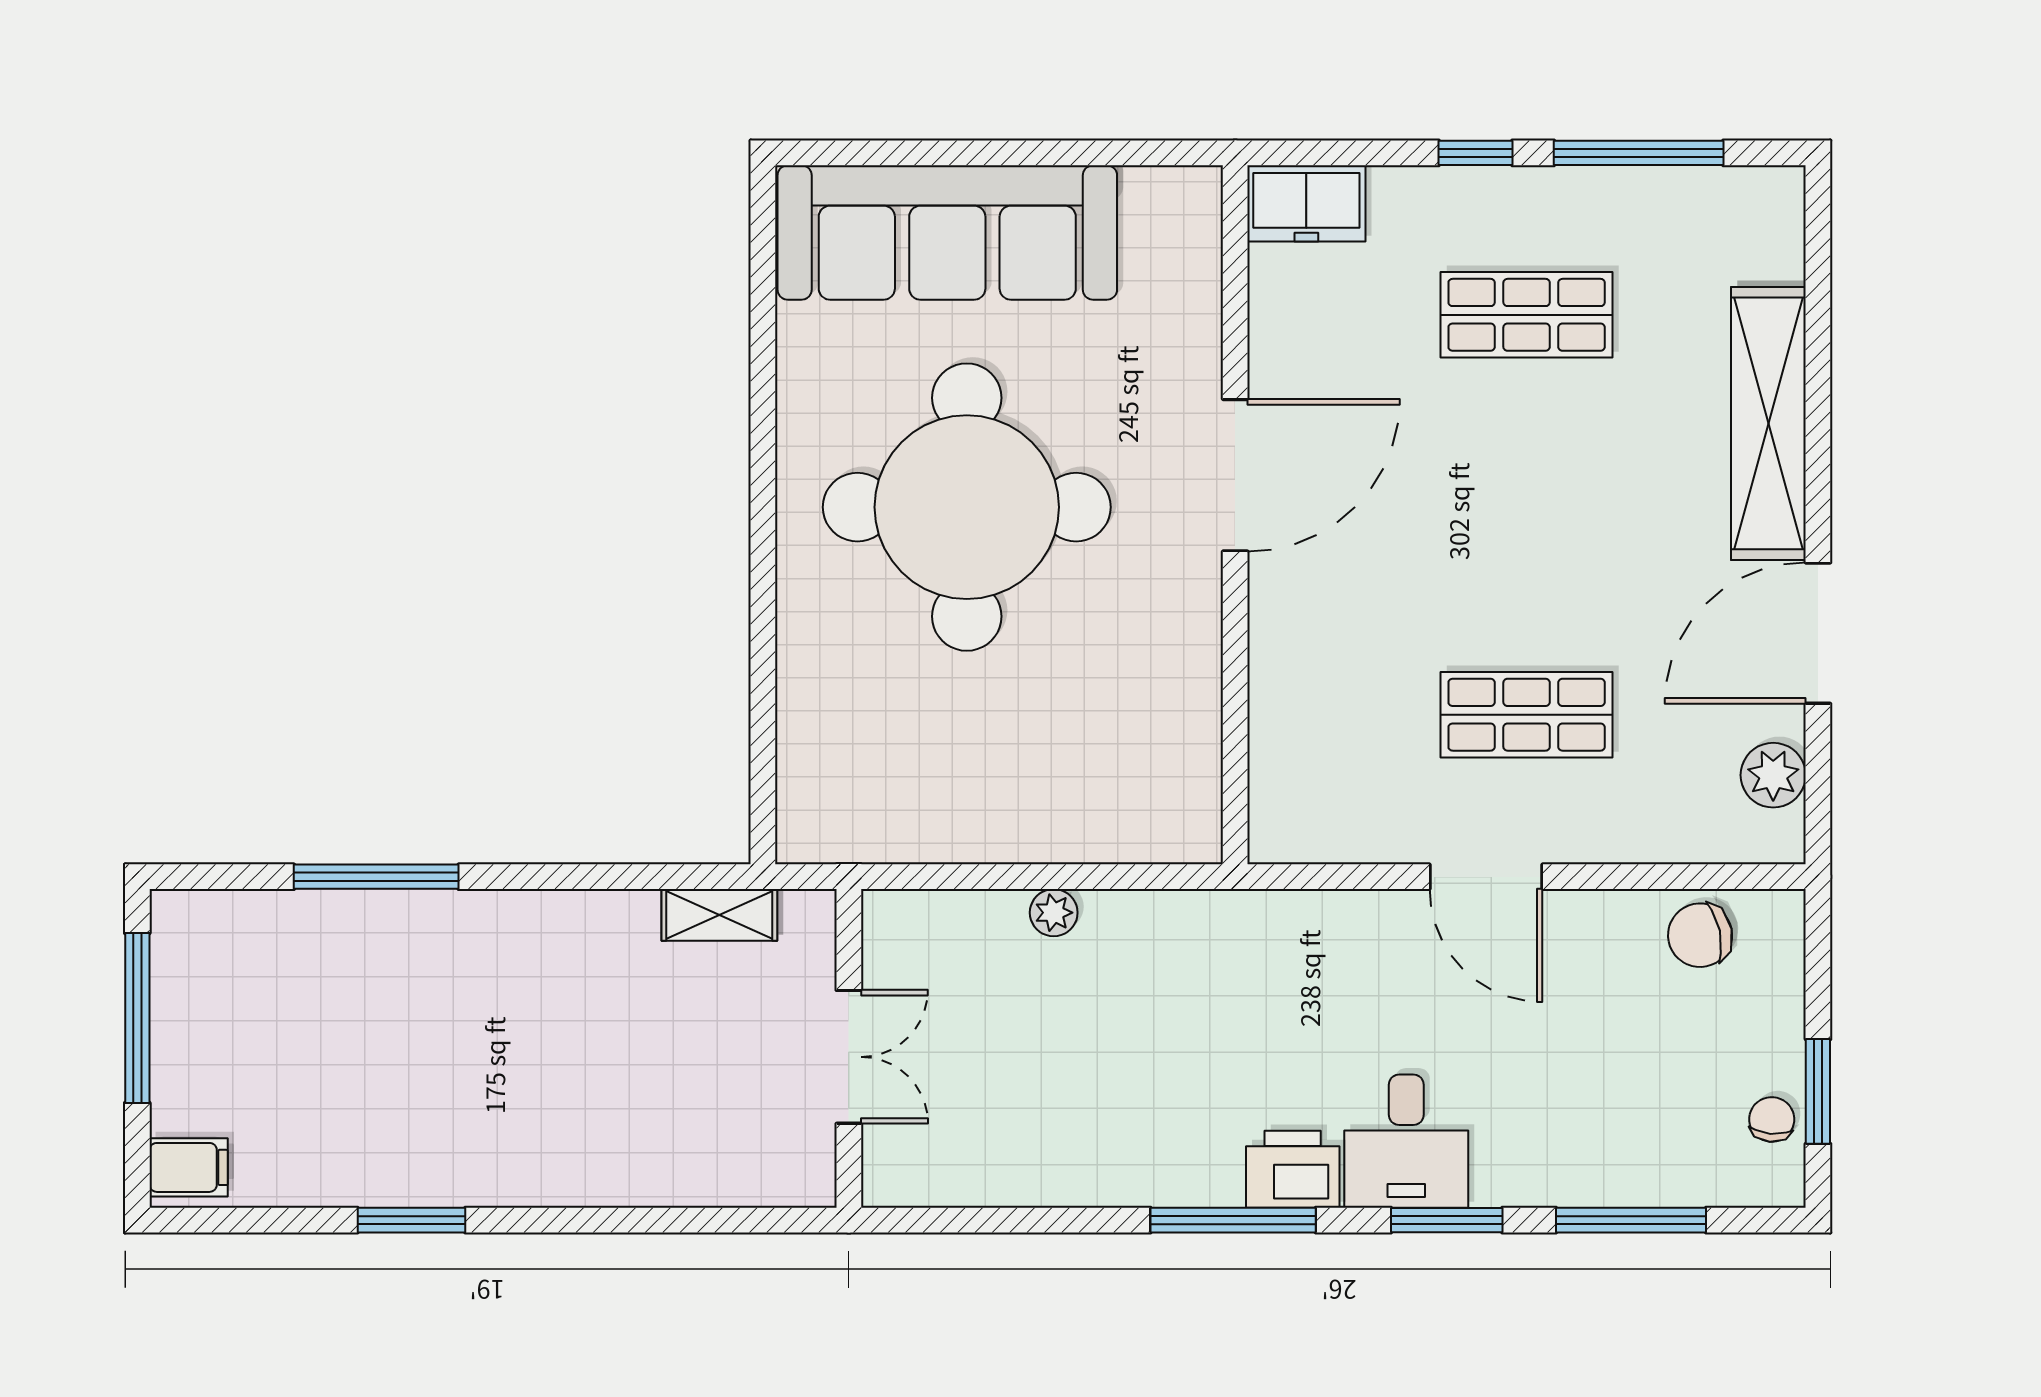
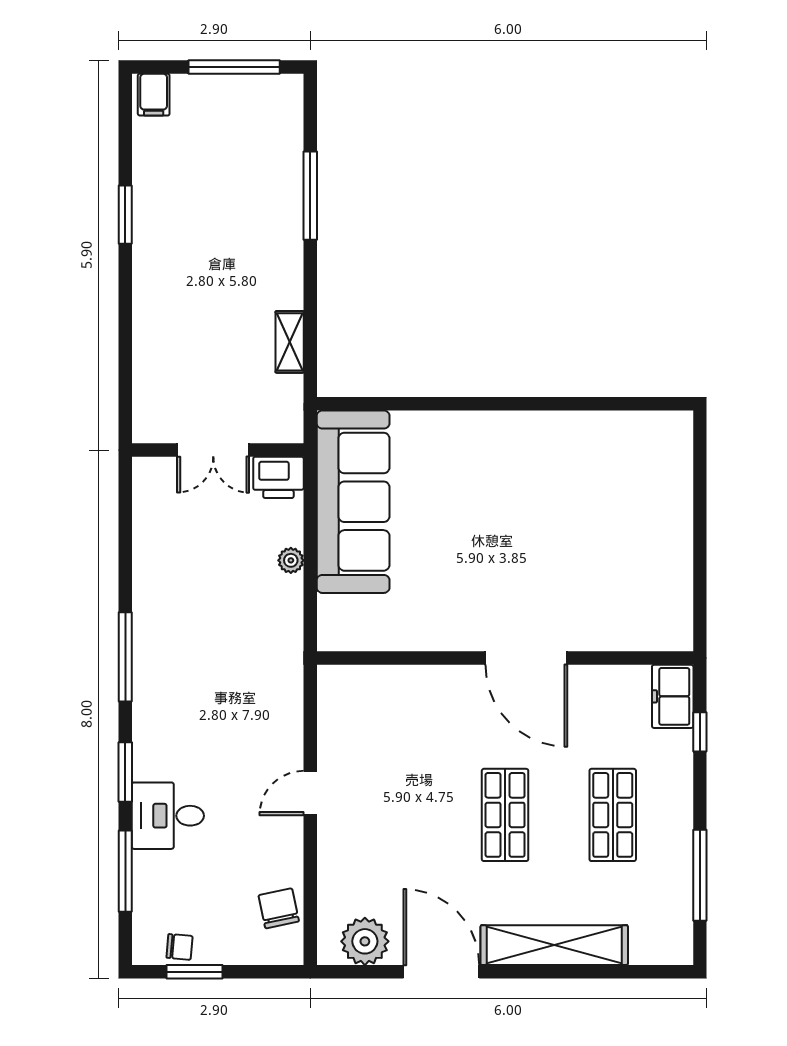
window: (1475, 153) -> (700, 732), moved
sofa: (947, 232) -> (353, 502), moved, turned 180
round table: (967, 507) -> (509, 514), removed
shop shelf: (1527, 715) -> (505, 815), moved
plant: (1773, 775) -> (365, 941), width x1.36, depth x1.36
door: (1486, 877) -> (310, 793), width x0.73
shelving: (719, 915) -> (290, 342), moved
desk: (1406, 1141) -> (168, 816), moved
printer: (1293, 1169) -> (278, 477), moved, turned 90

